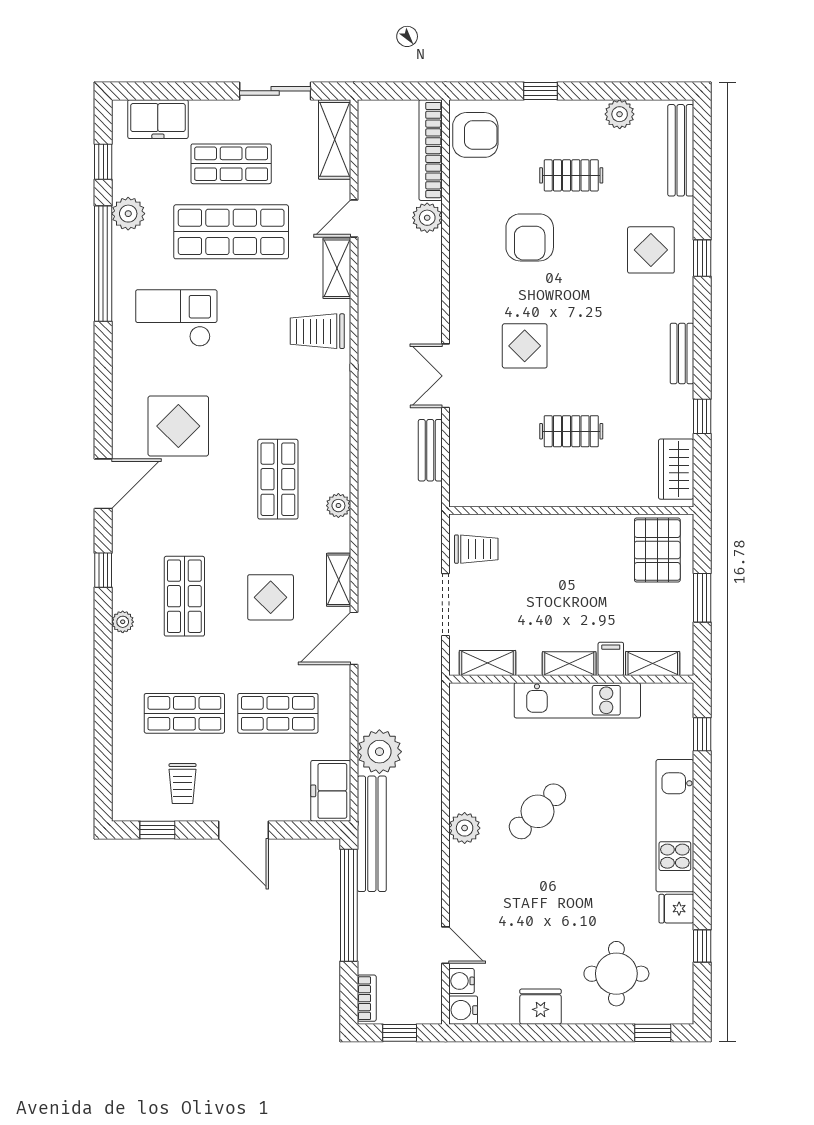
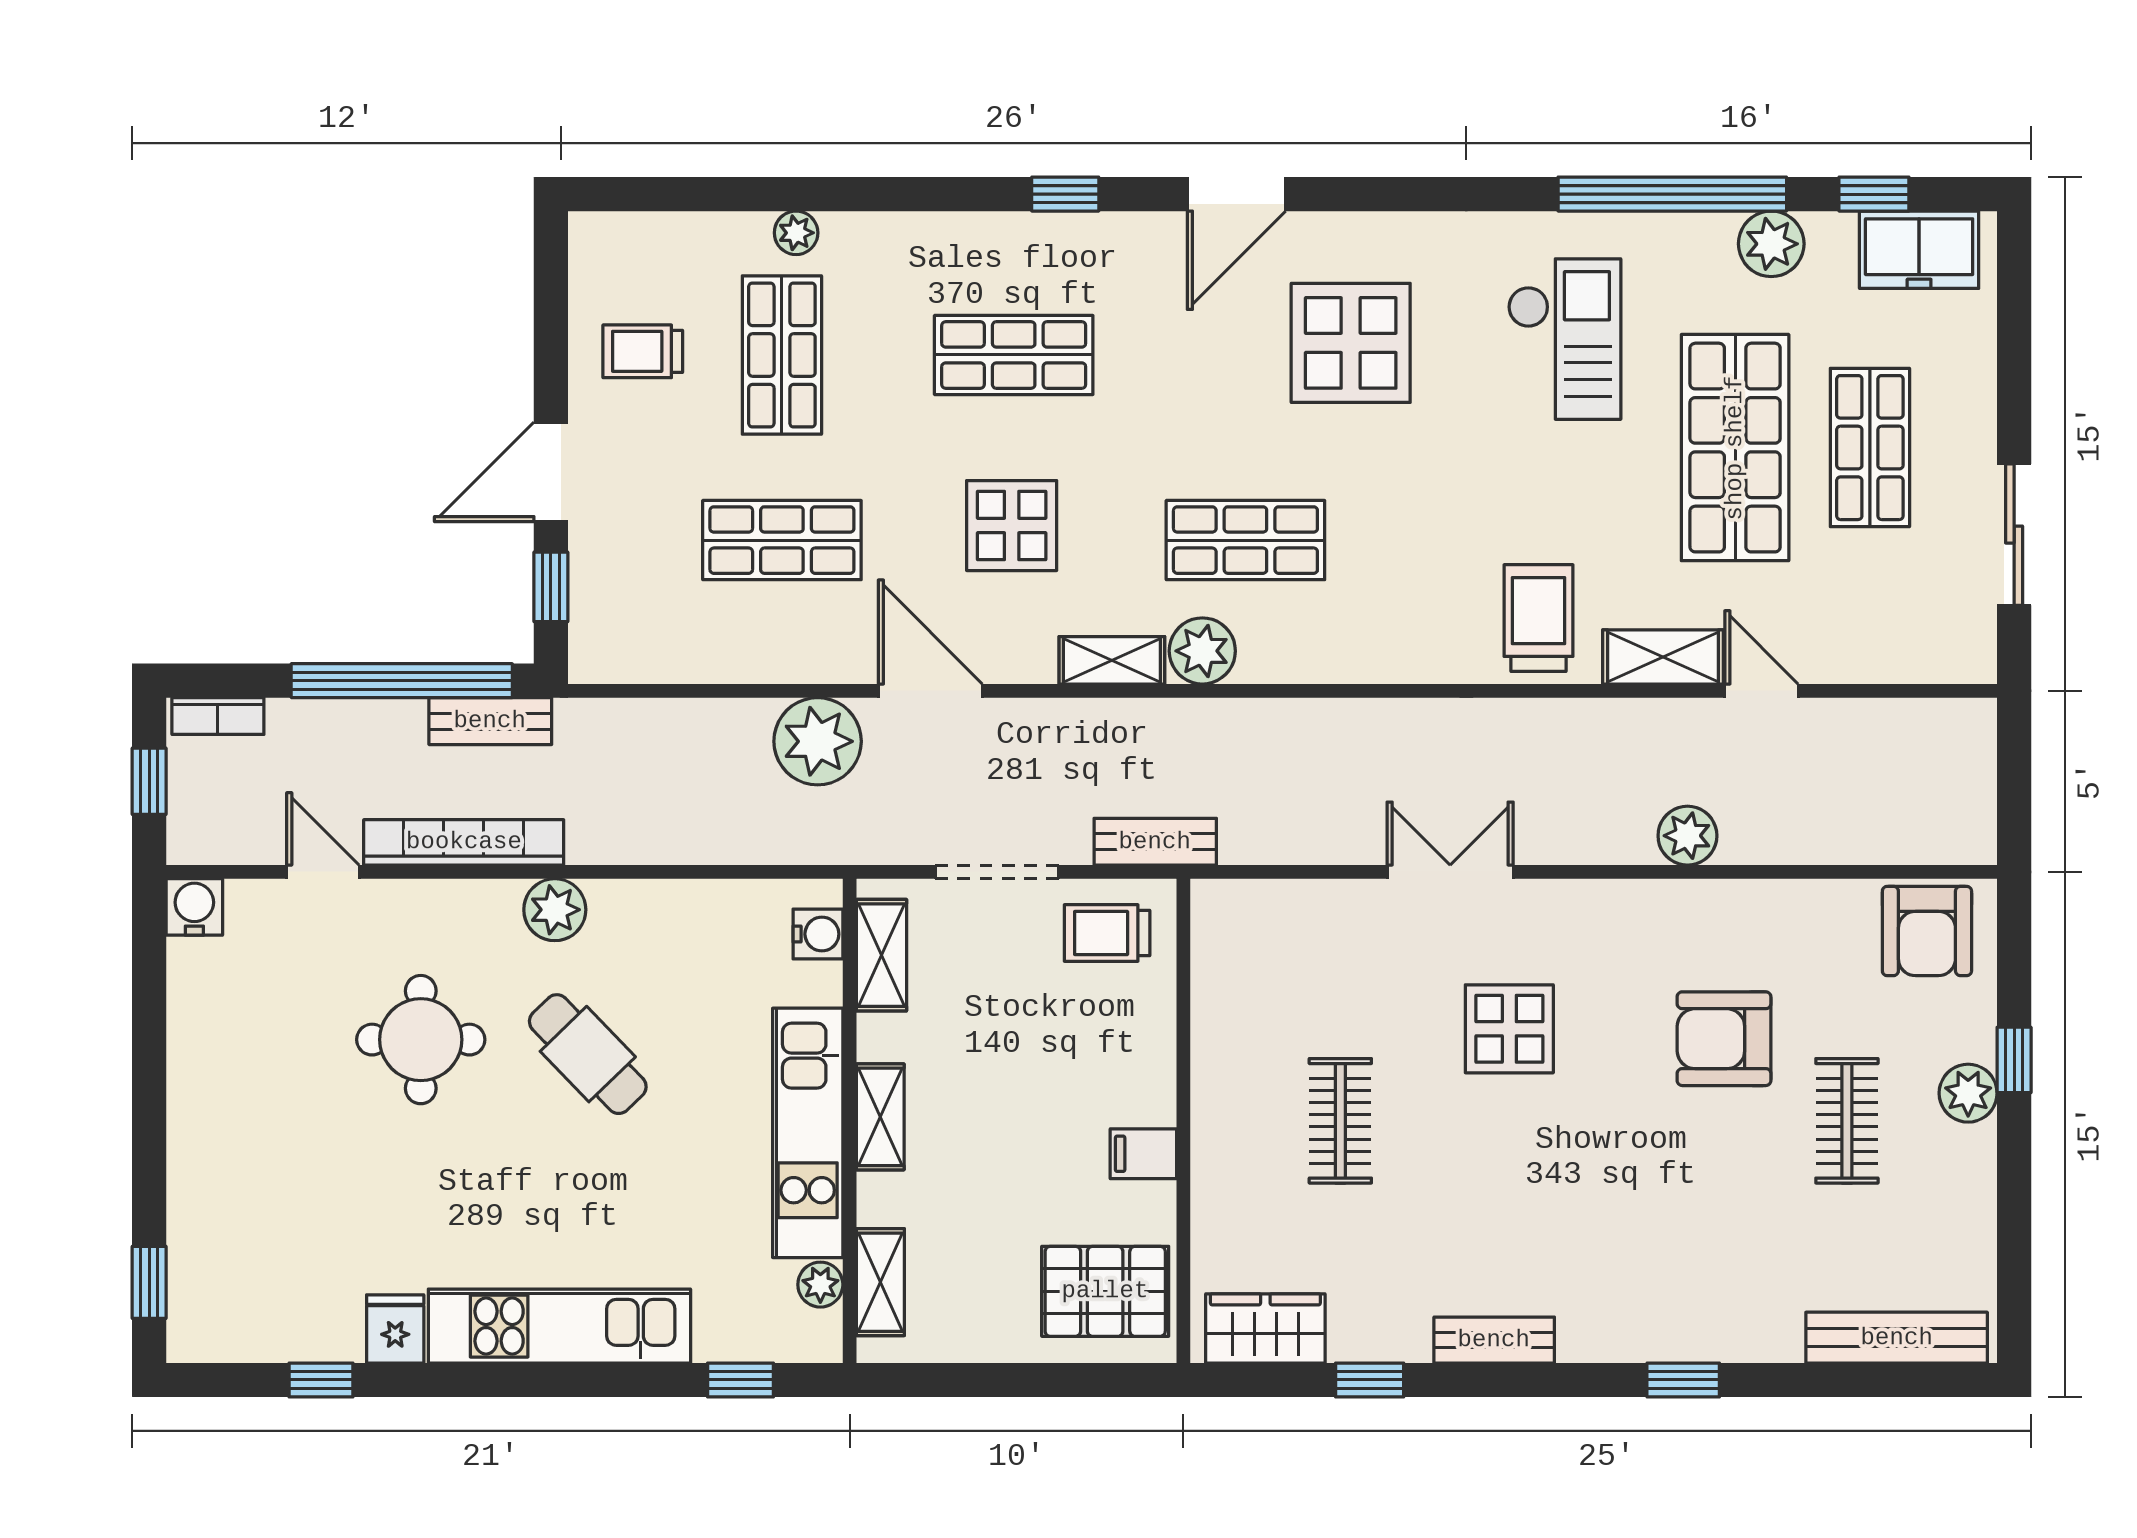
plant: (620, 114) -> (1968, 1093), moved
freezer: (158, 119) -> (1919, 250), moved, turned -90
shelving: (335, 139) -> (1918, 652), removed
bookcase: (431, 150) -> (464, 842), moved
plant: (427, 218) -> (1687, 836), moved
display table: (651, 250) -> (1699, 1279), removed
bench: (430, 450) -> (1155, 842), moved
door: (103, 484) -> (1236, 194), hinge flipped
plant: (338, 506) -> (1202, 651), width x1.38, depth x1.38
trolley: (476, 549) -> (1107, 933), turned 90
shelving: (339, 580) -> (1112, 660), moved
window: (702, 598) -> (1011, 1380), removed
plant: (123, 622) -> (796, 233), moved
filing cabinet: (611, 659) -> (1143, 1154), moved, turned 180
plant: (654, 694) -> (820, 1285), added
shop shelf: (278, 713) -> (782, 540), turned 90
plant: (379, 752) -> (818, 741), moved
freezer: (331, 791) -> (628, 645), removed
window: (157, 830) -> (551, 587), moved
bench: (372, 834) -> (490, 721), width x0.54, depth x0.82
door: (445, 945) -> (323, 872), swing flipped
round table: (616, 974) -> (421, 1040), moved
water cooler: (461, 981) -> (818, 934), moved, turned 90
fridge: (541, 1007) -> (201, 1060), removed

